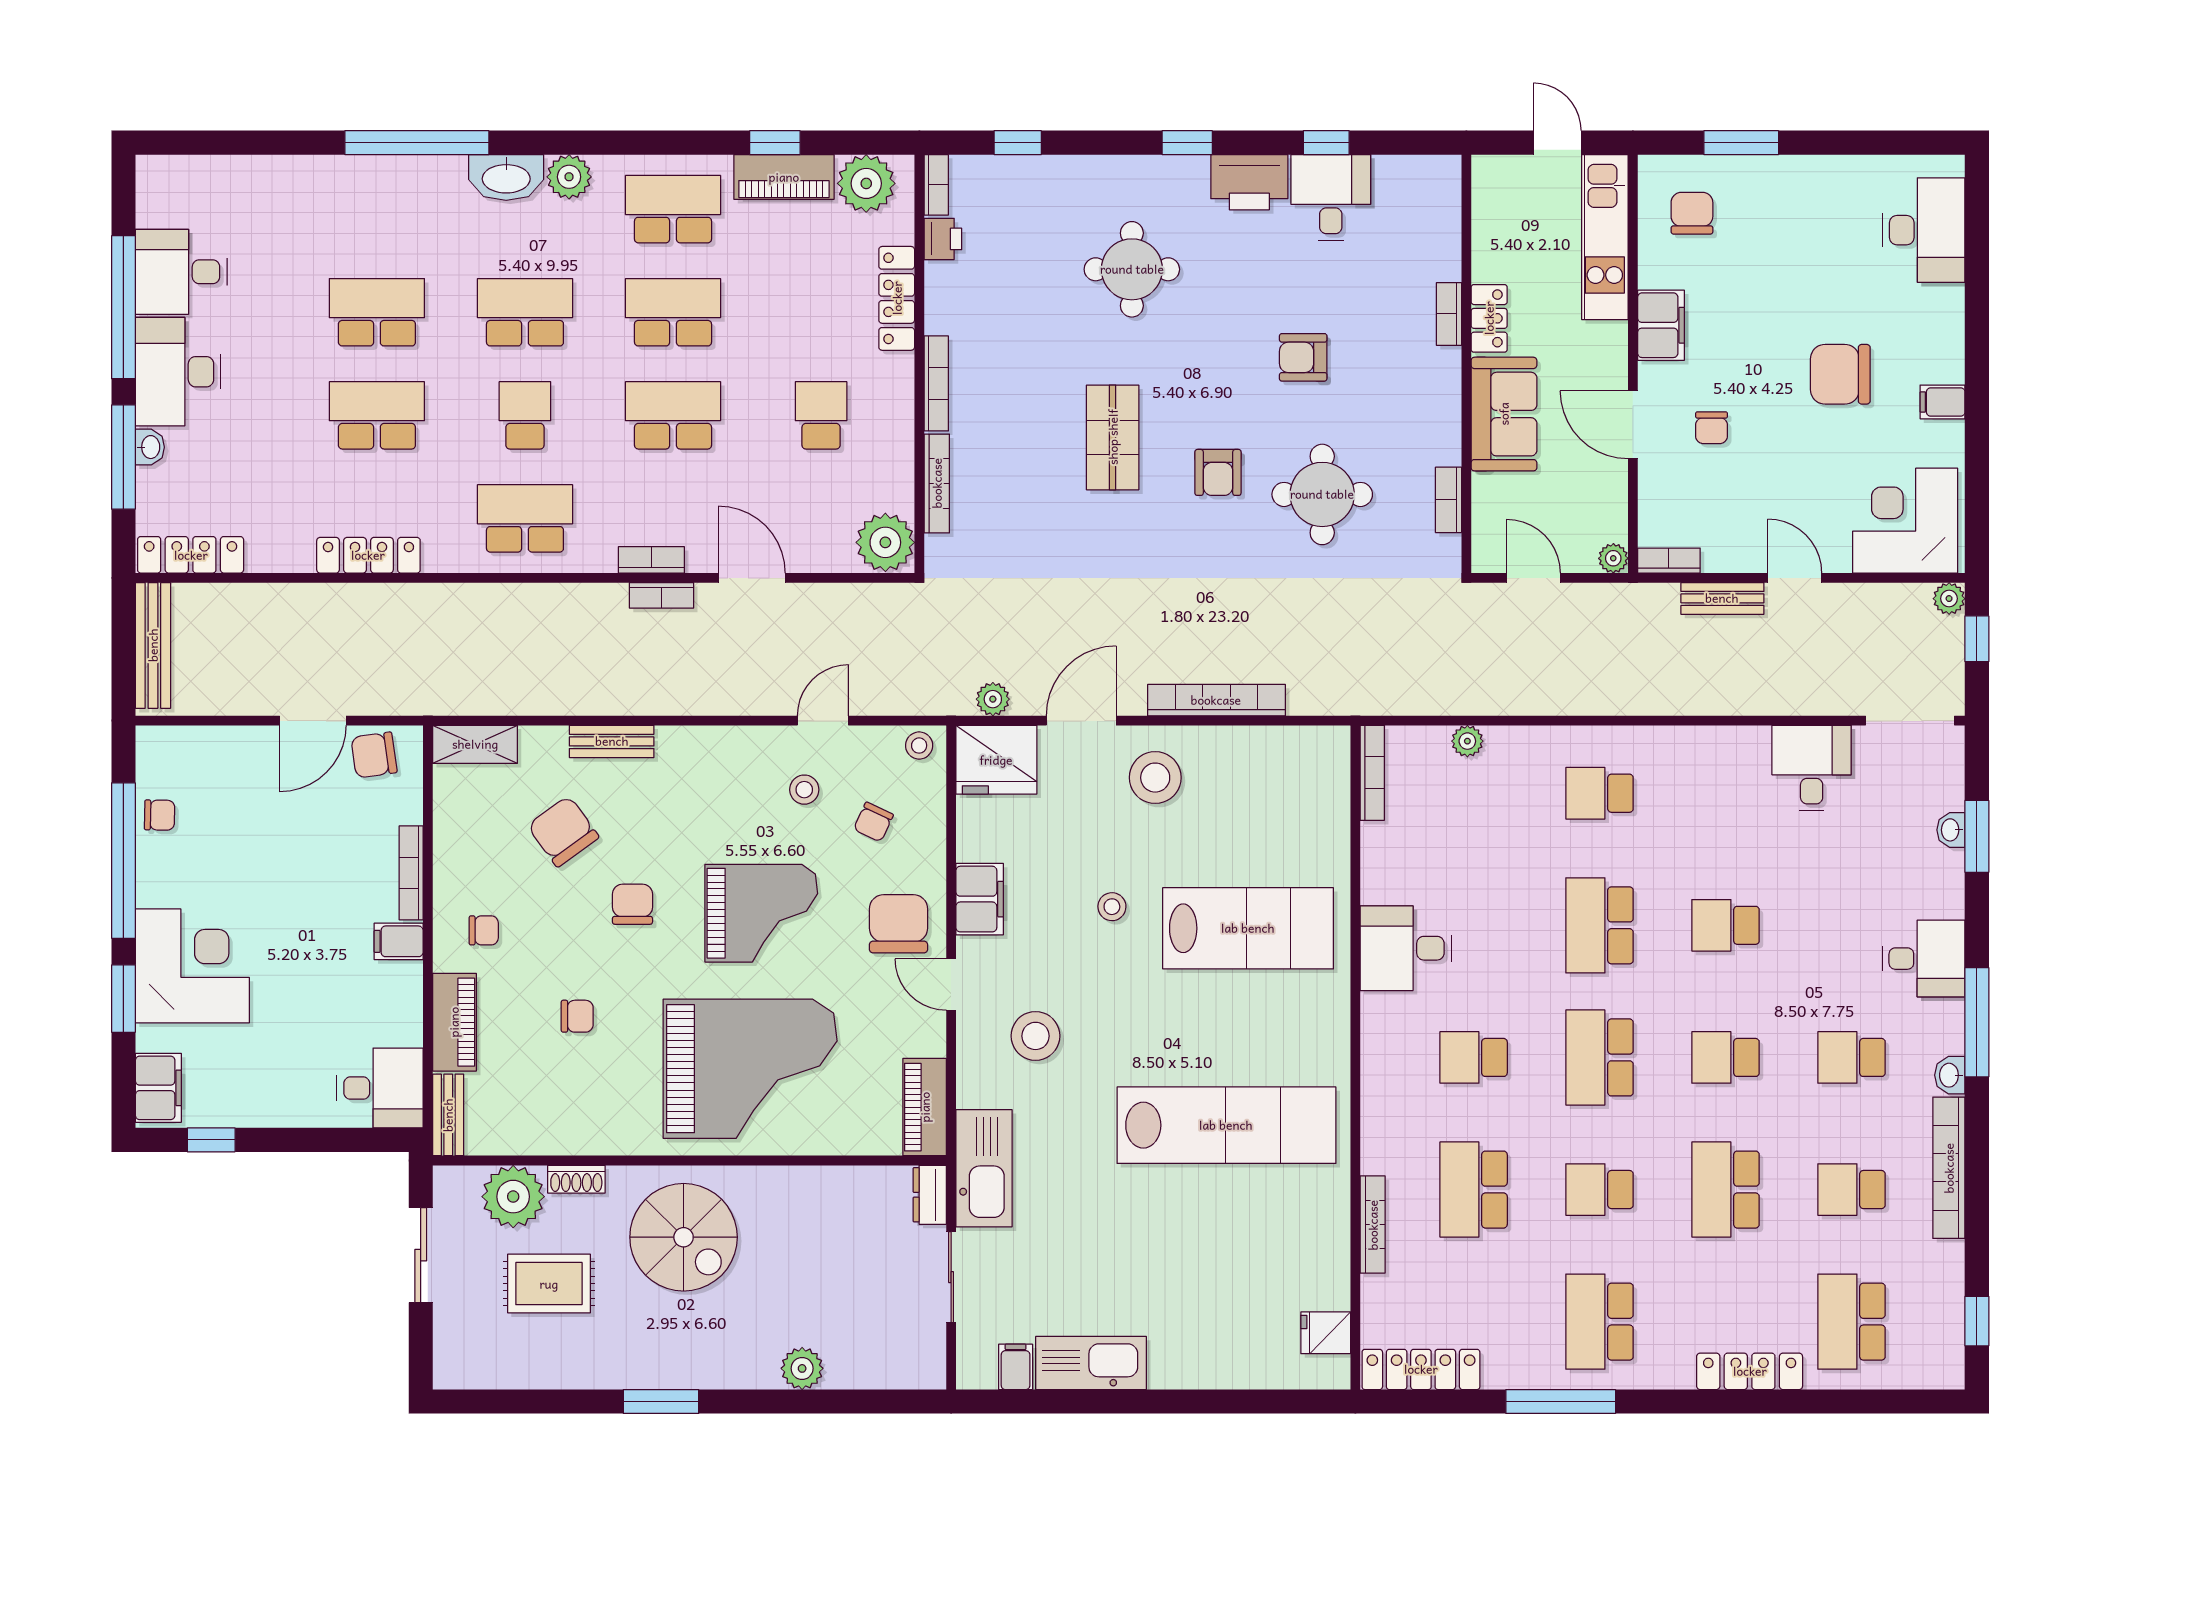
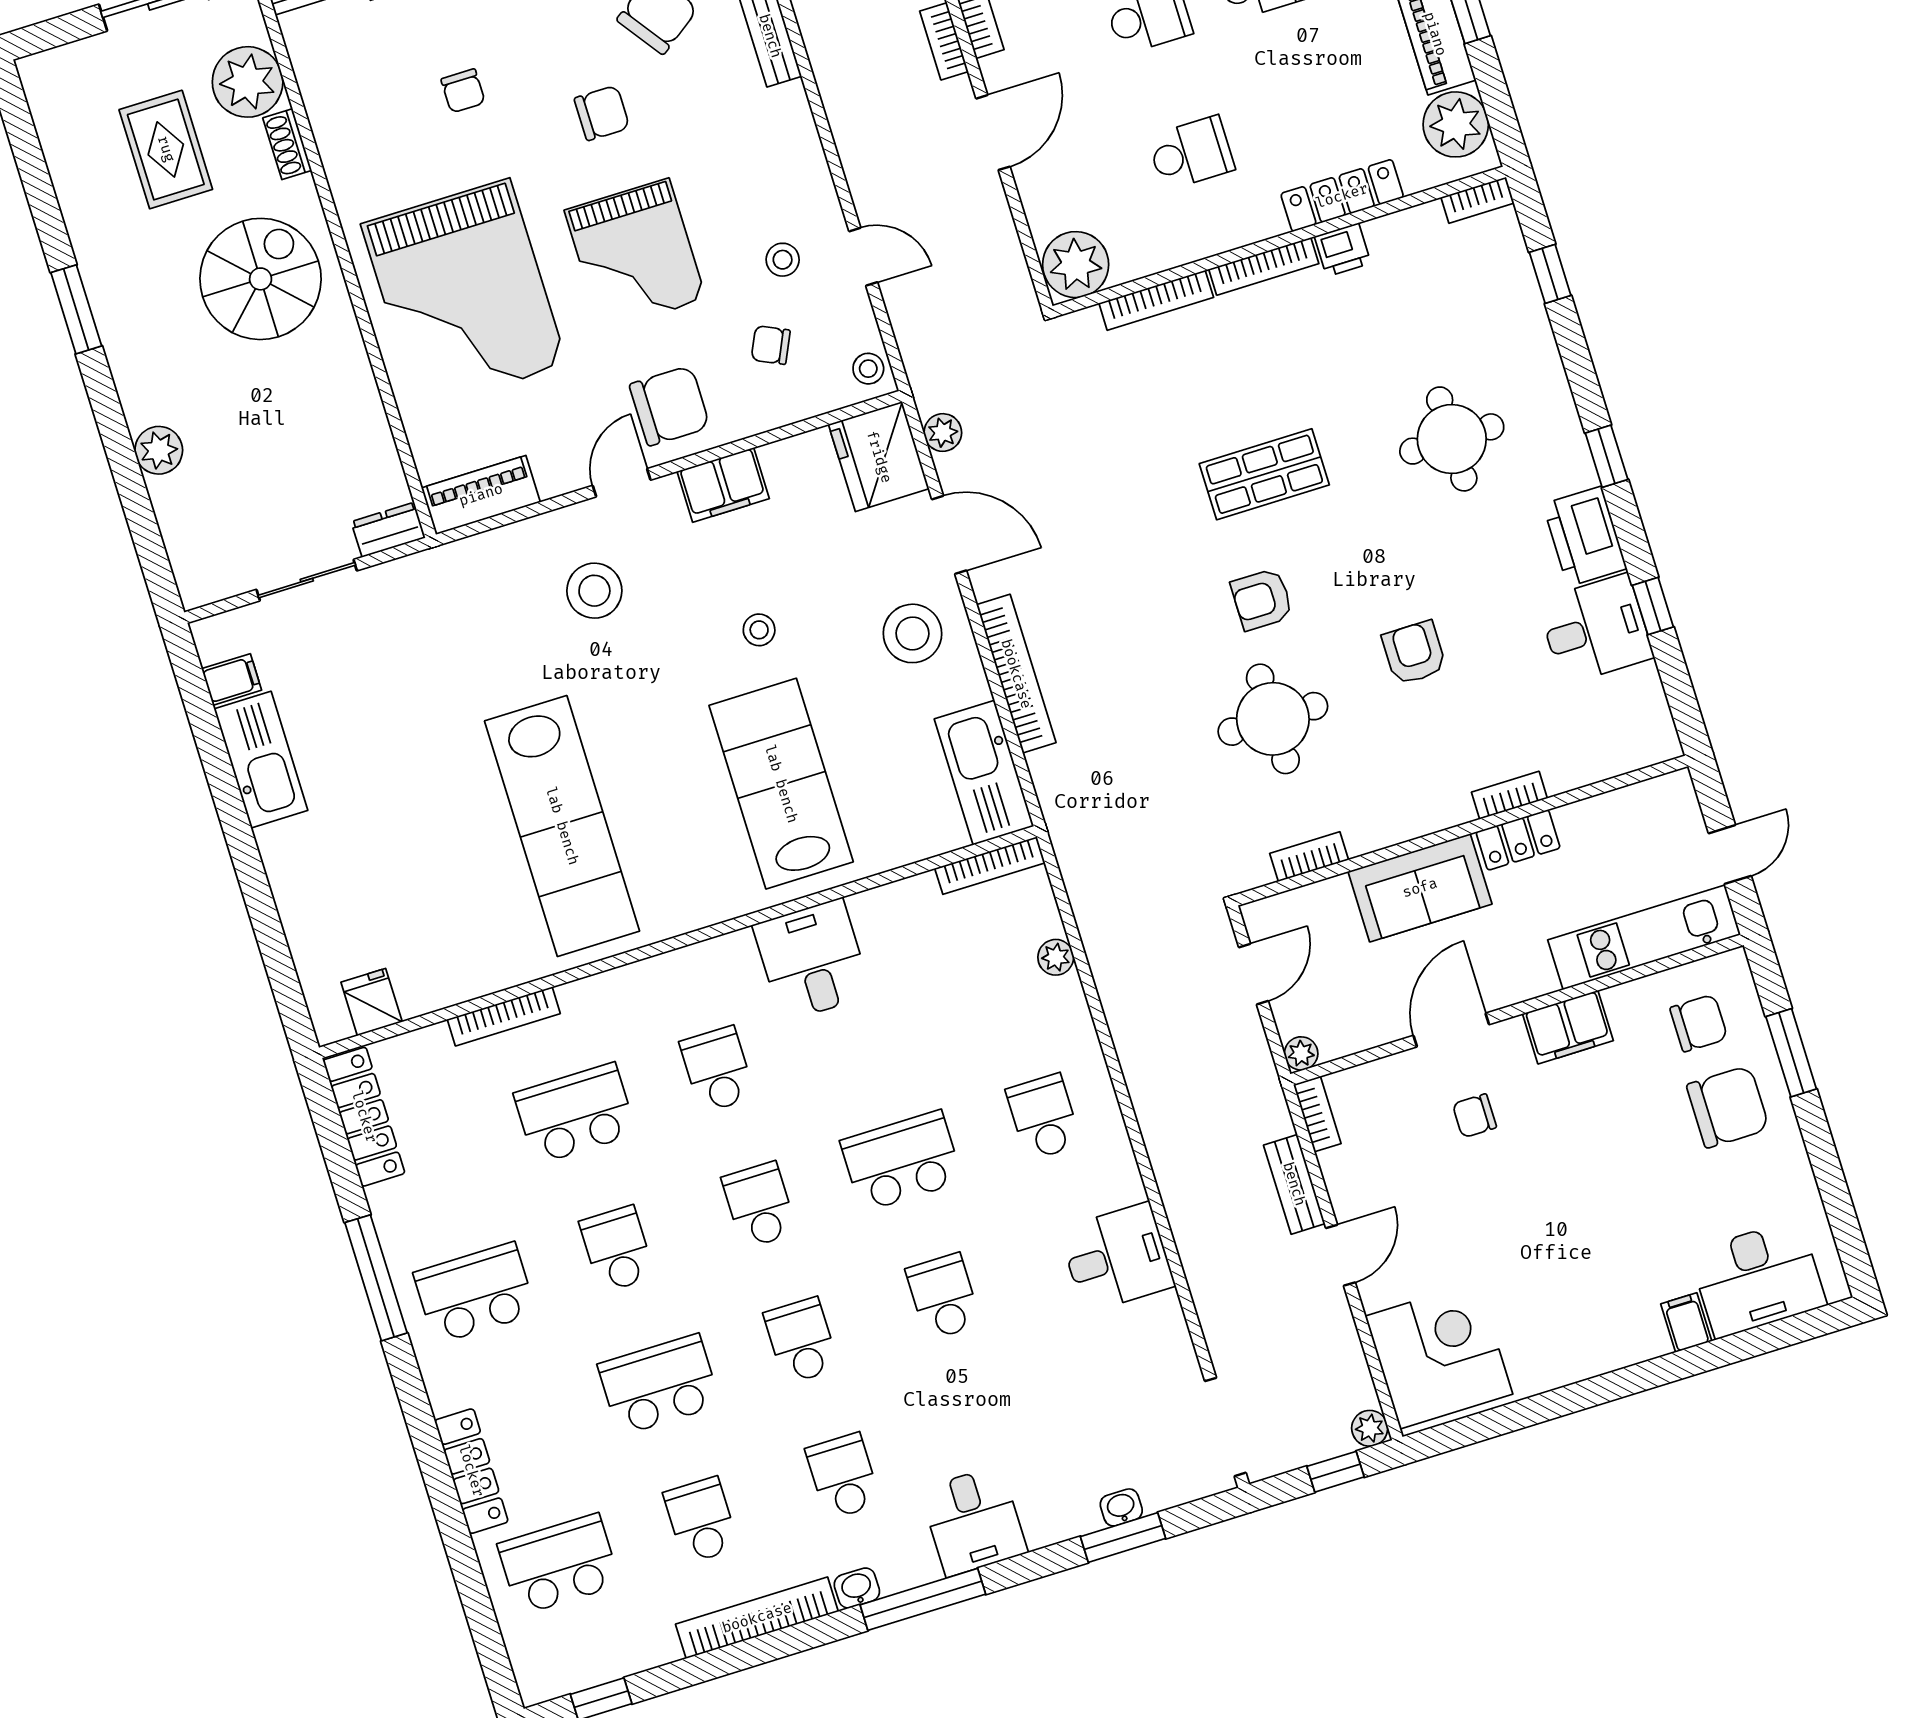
printer: (943, 239) -> (1343, 250), moved
chair: (1840, 374) -> (1728, 1107), moved, turned 90
filing cabinet: (1942, 402) -> (1686, 1323), moved
desk: (1812, 768) -> (1117, 1258), moved
lab bench: (1248, 928) -> (781, 784), turned 180
school desk: (1600, 1057) -> (759, 1205), width x0.54
kitchen sink: (984, 1168) -> (984, 773), moved, turned 90
spiral stairs: (684, 1237) -> (261, 279), turned 180

